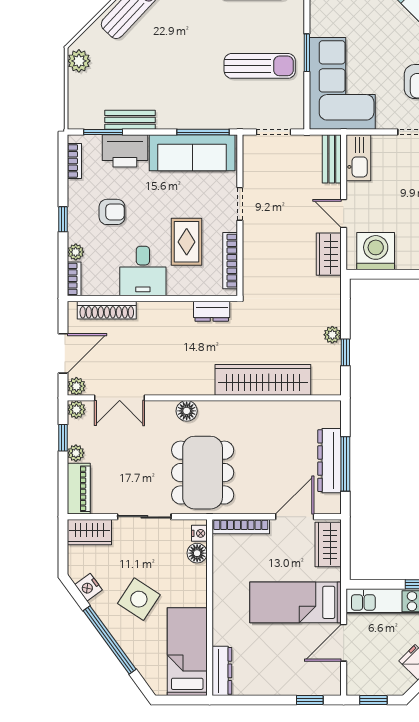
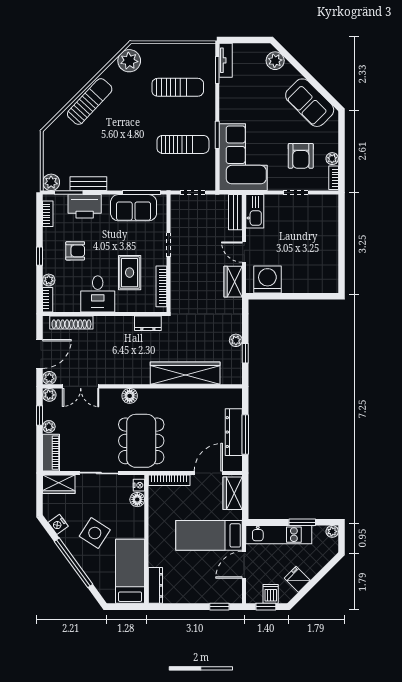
plant: (79, 61) -> (51, 182), moved
sofa: (192, 153) -> (134, 208), width x0.73
dishwasher: (380, 683) -> (271, 594), added

